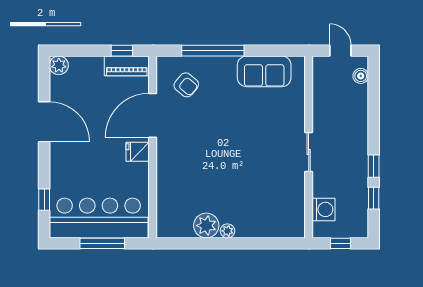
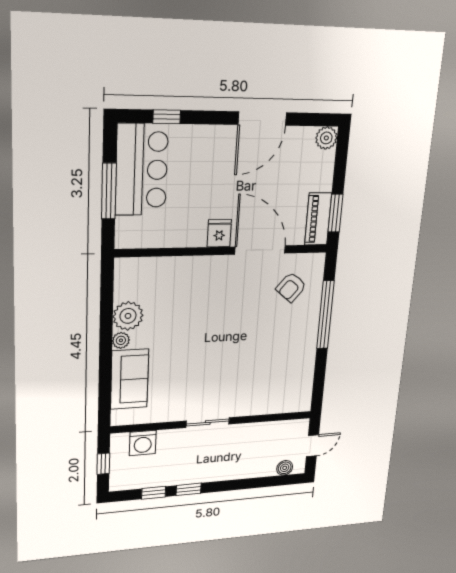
window: (122, 51) -> (335, 213), width x1.50
sofa: (264, 71) -> (130, 379), moved, turned 180
bar counter: (99, 218) -> (142, 170), width x0.73

